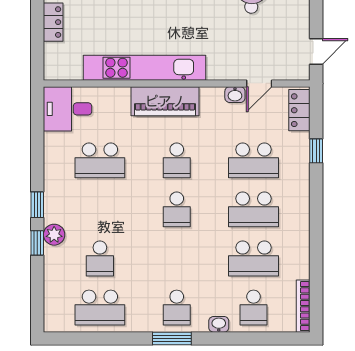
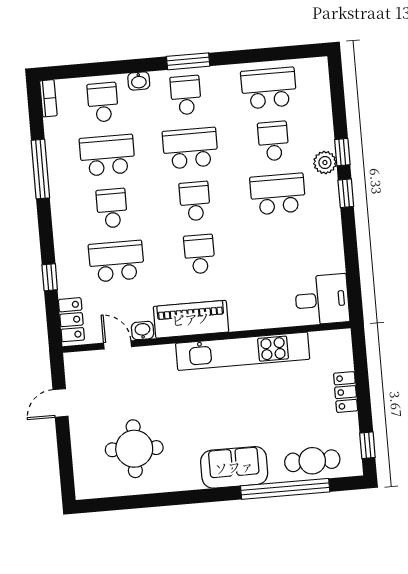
door: (316, 52) -> (60, 403), moved
door: (259, 83) -> (118, 345), hinge flipped
piano: (165, 101) -> (191, 319), moved
school desk: (100, 160) -> (278, 194), moved
school desk: (254, 209) -> (112, 208), width x0.54
window: (316, 251) -> (40, 169), added
school desk: (177, 258) -> (190, 148), added
bookcase: (303, 306) -> (48, 98), width x0.64

